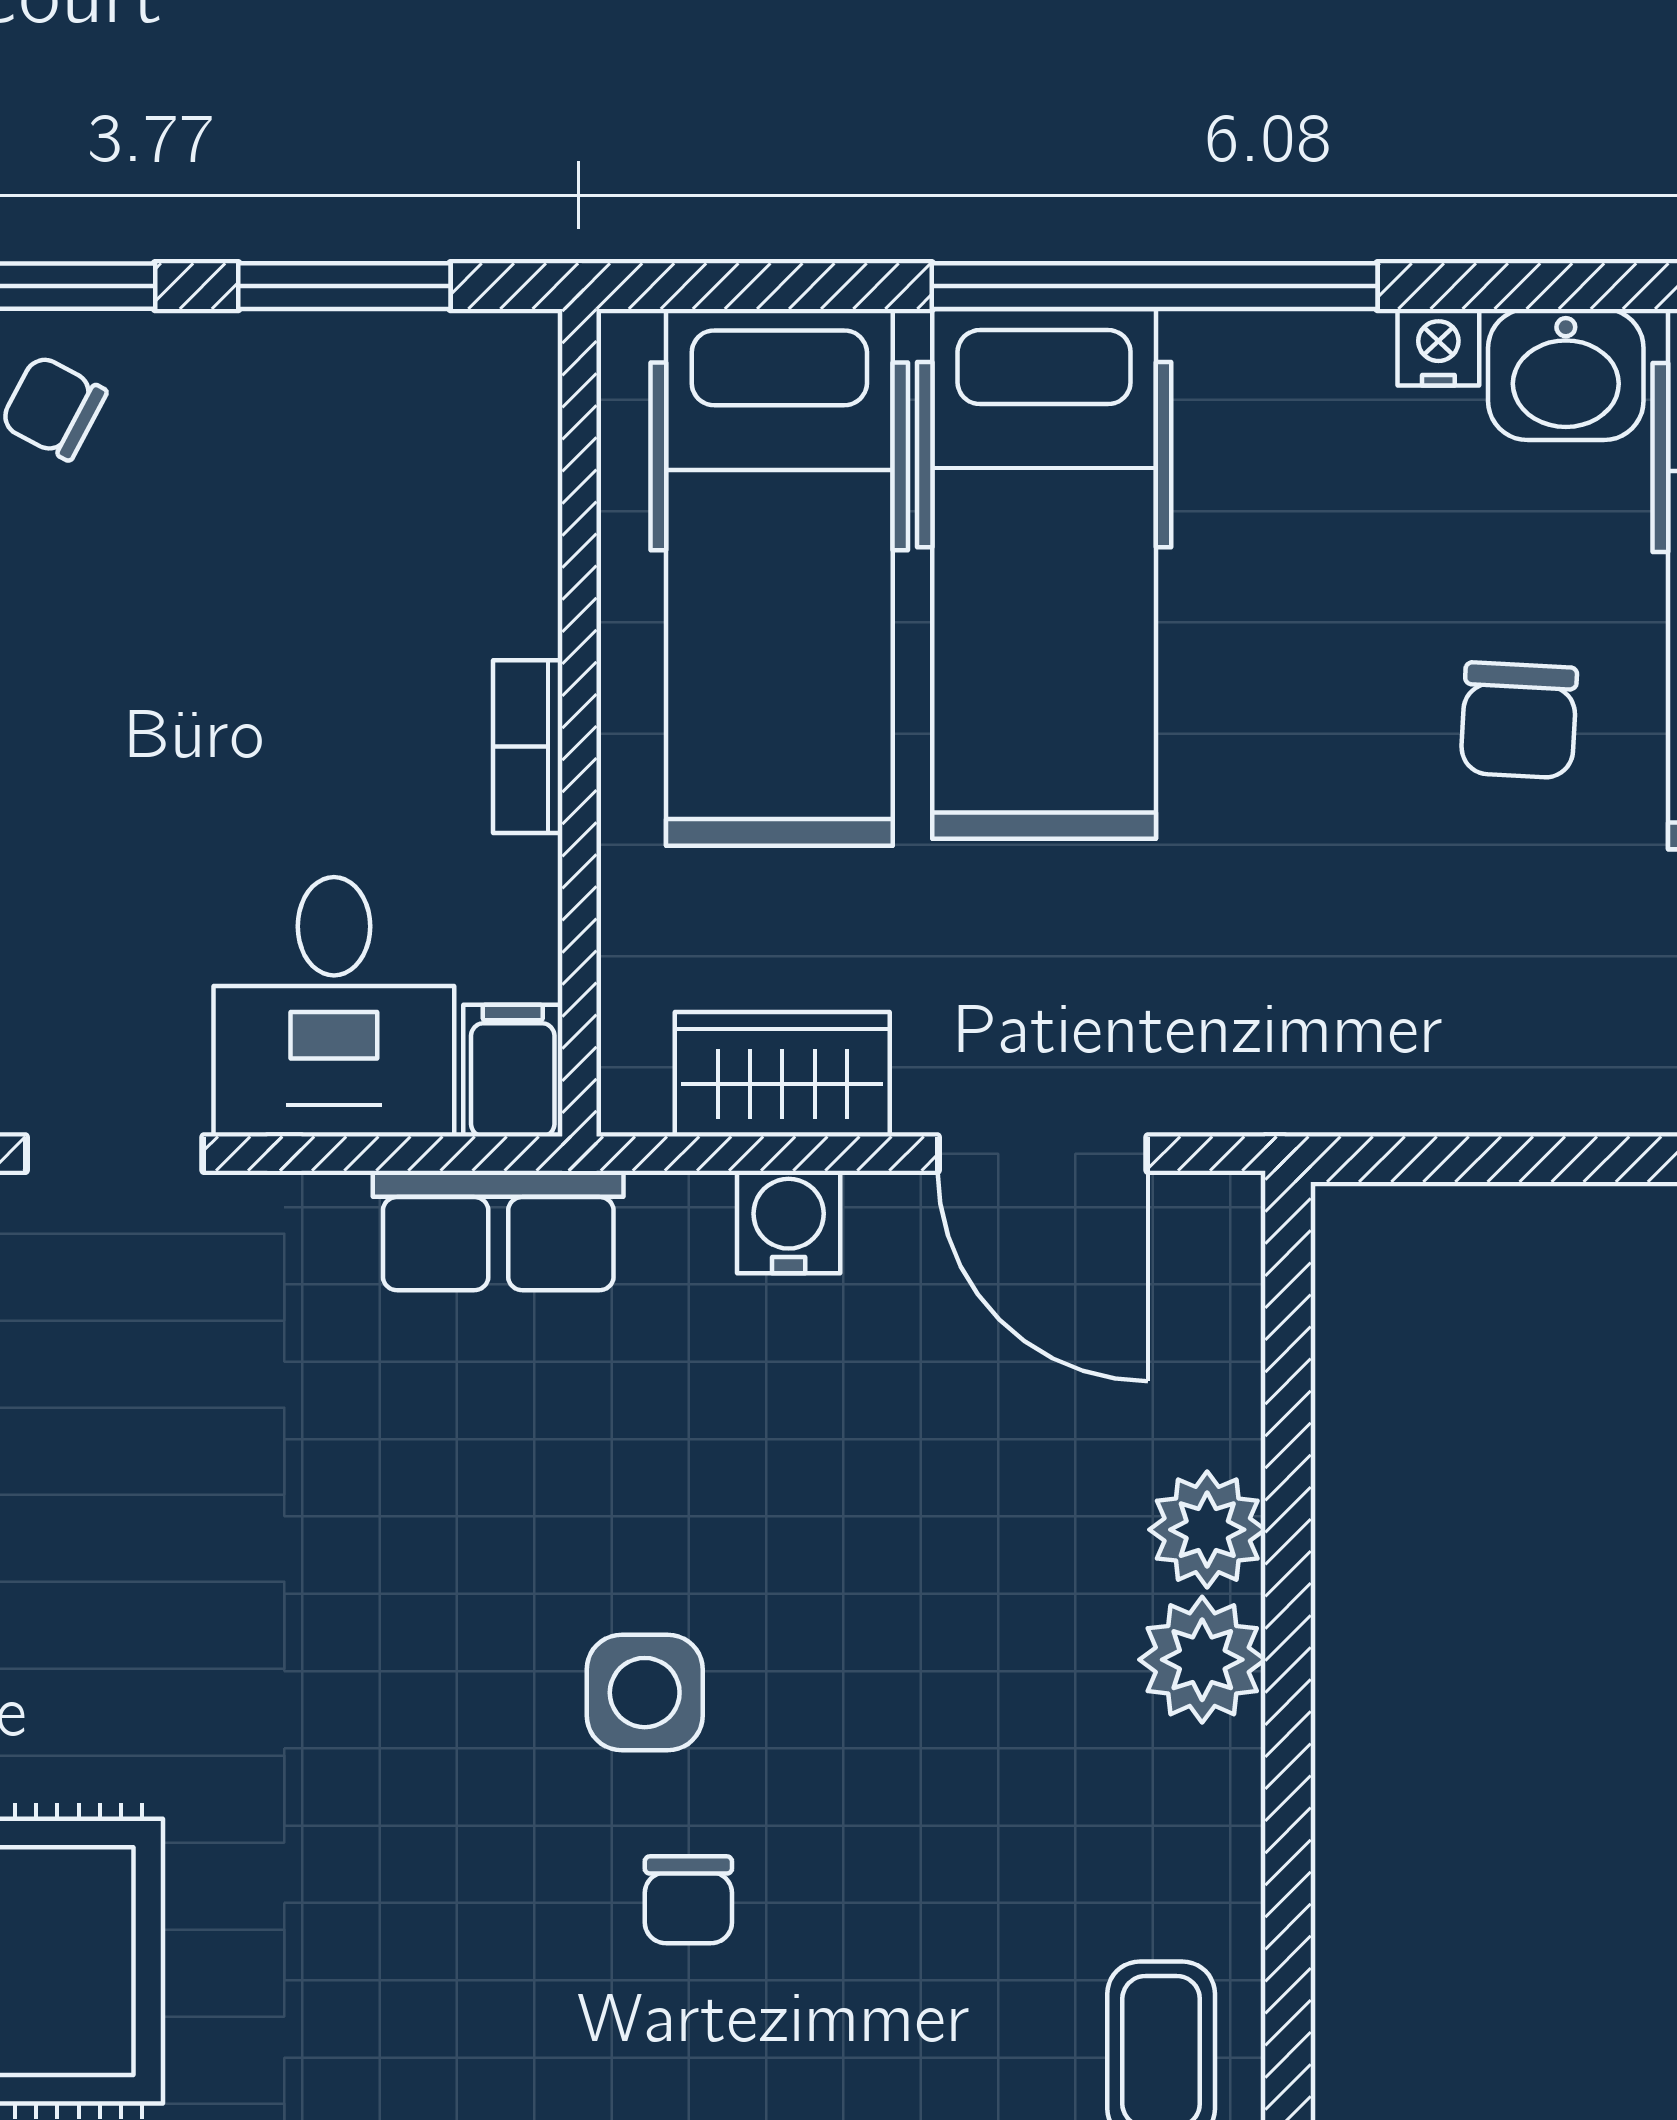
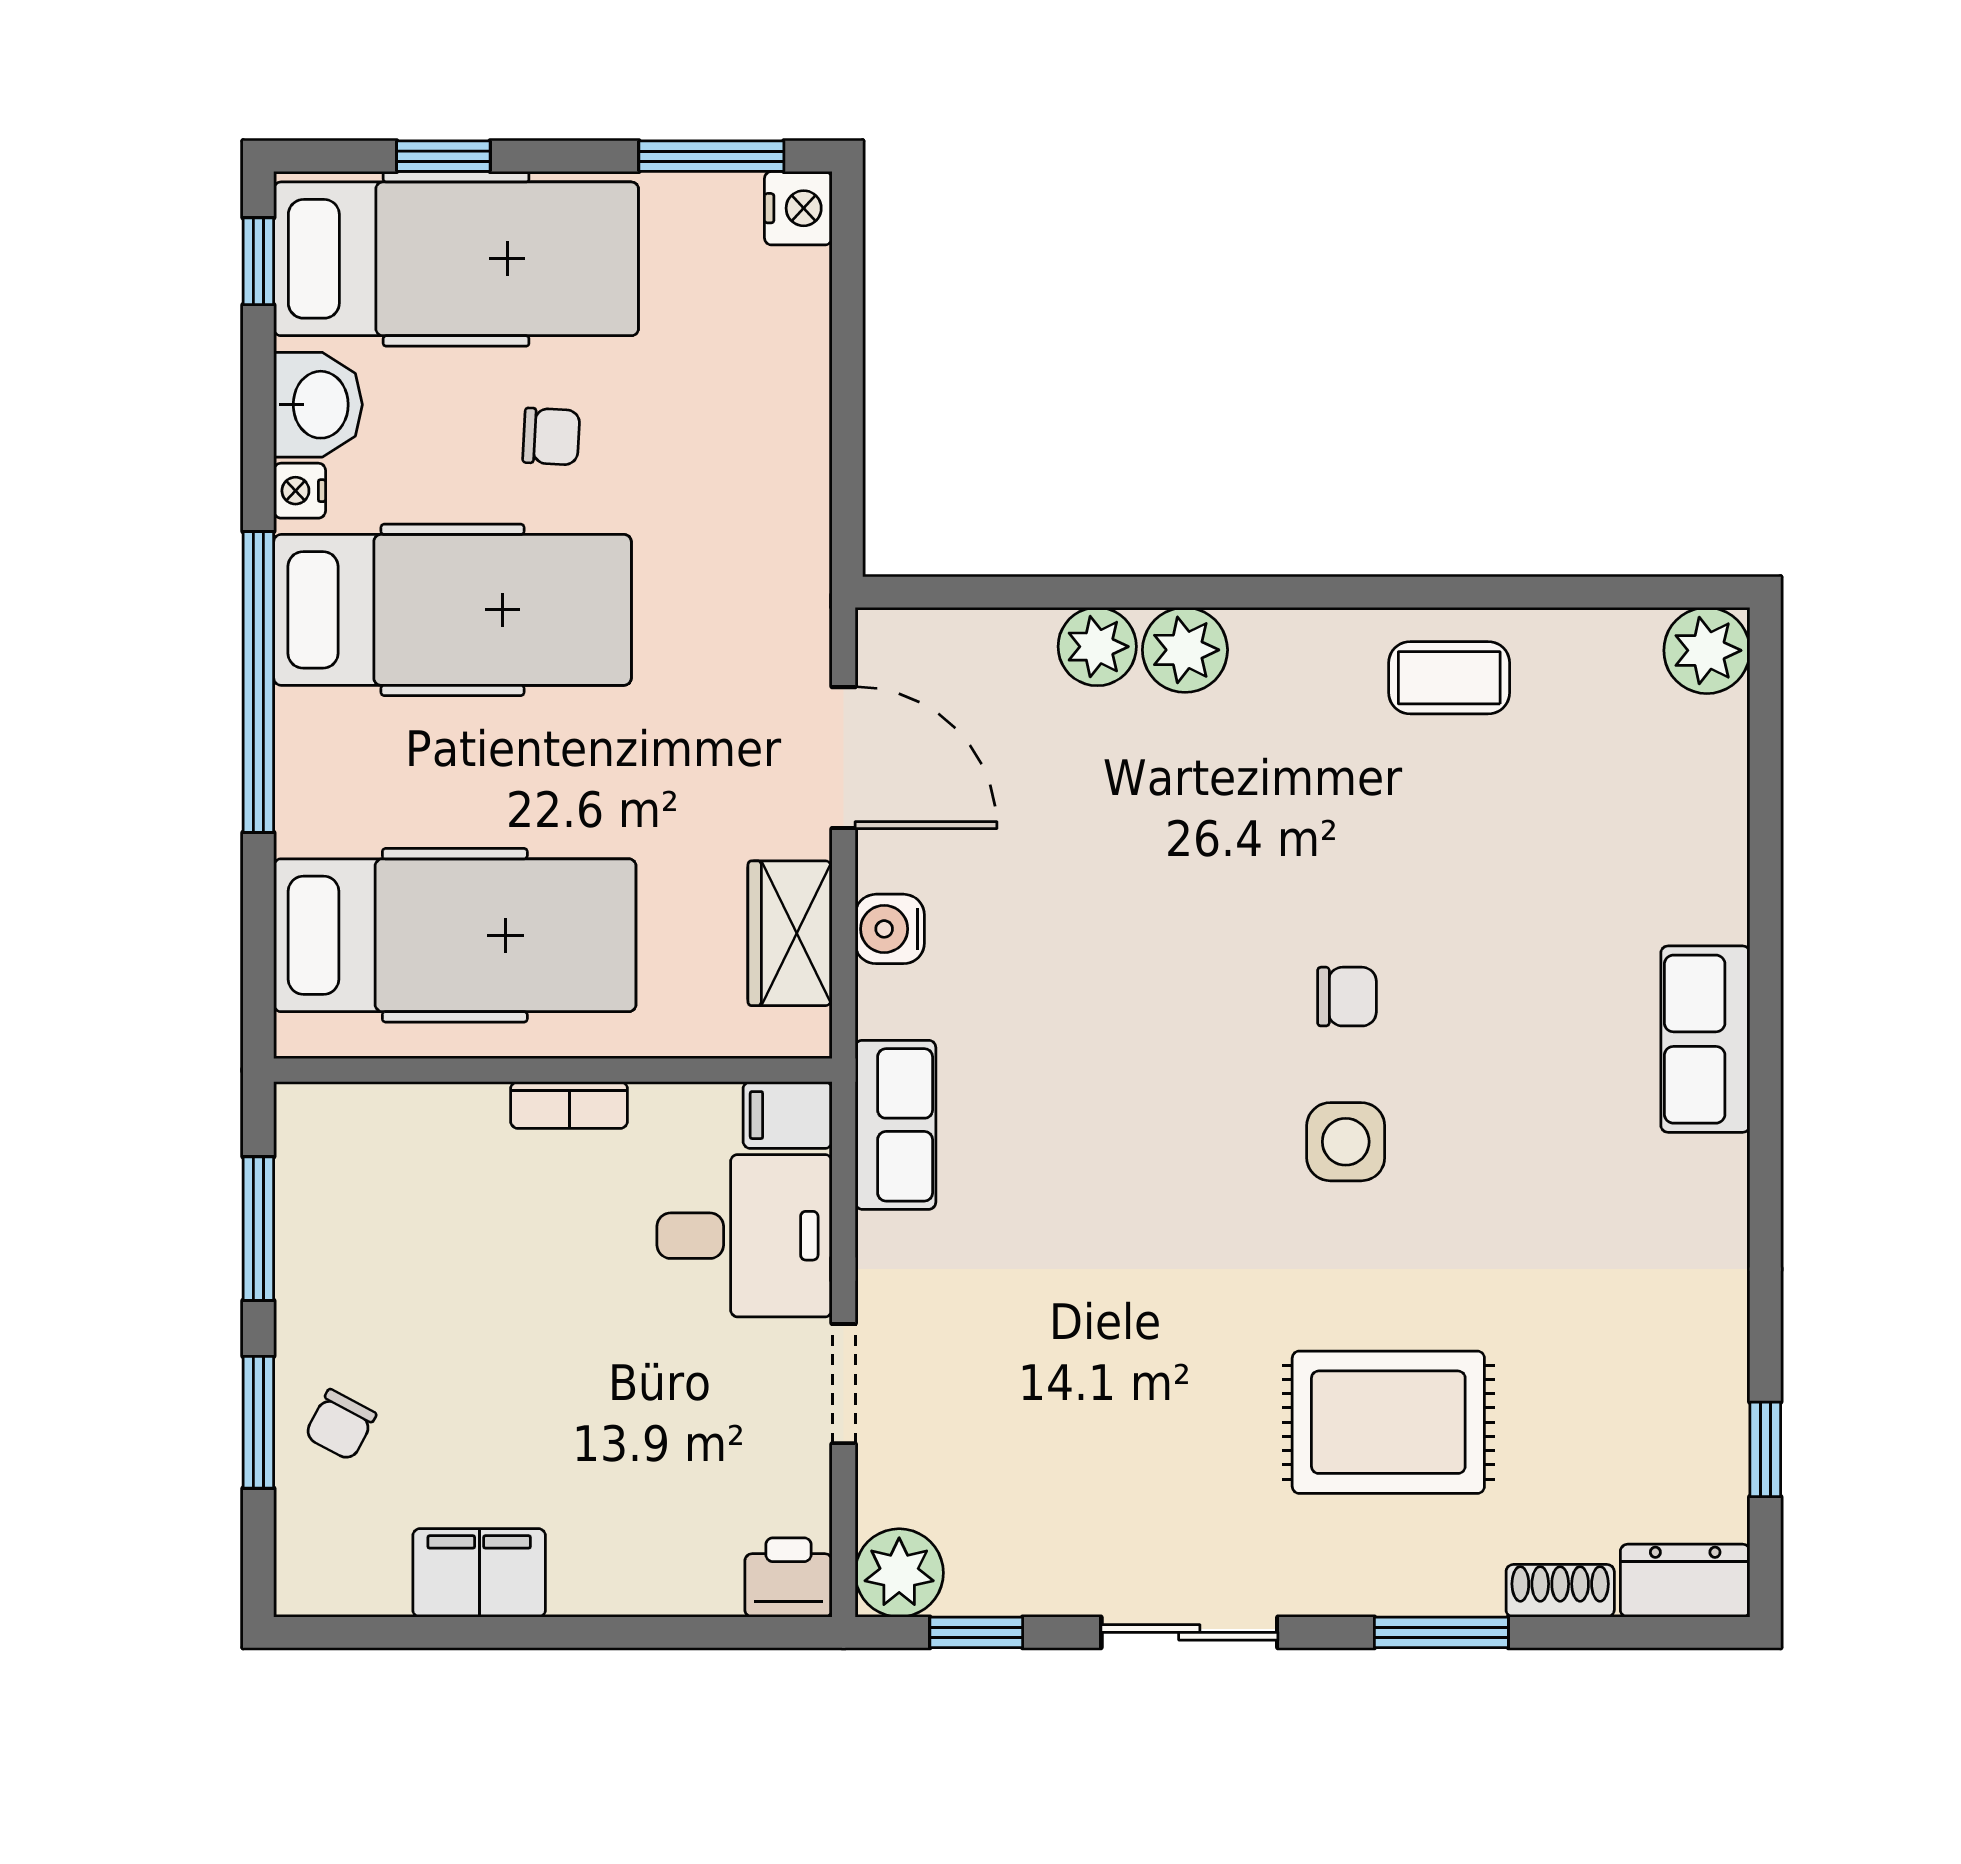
hospital bed: (1044, 574) -> (452, 610), moved
chair: (1519, 720) -> (551, 436), width x0.73, depth x0.73
door: (1043, 1154) -> (844, 758), hinge flipped
side table: (645, 1693) -> (1346, 1142), moved

